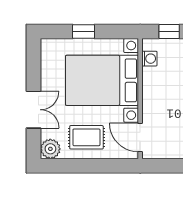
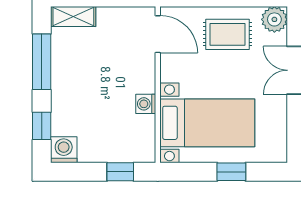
washing machine: (149, 59) -> (146, 104), moved
bed with nightstands: (102, 80) -> (207, 123), width x0.73

